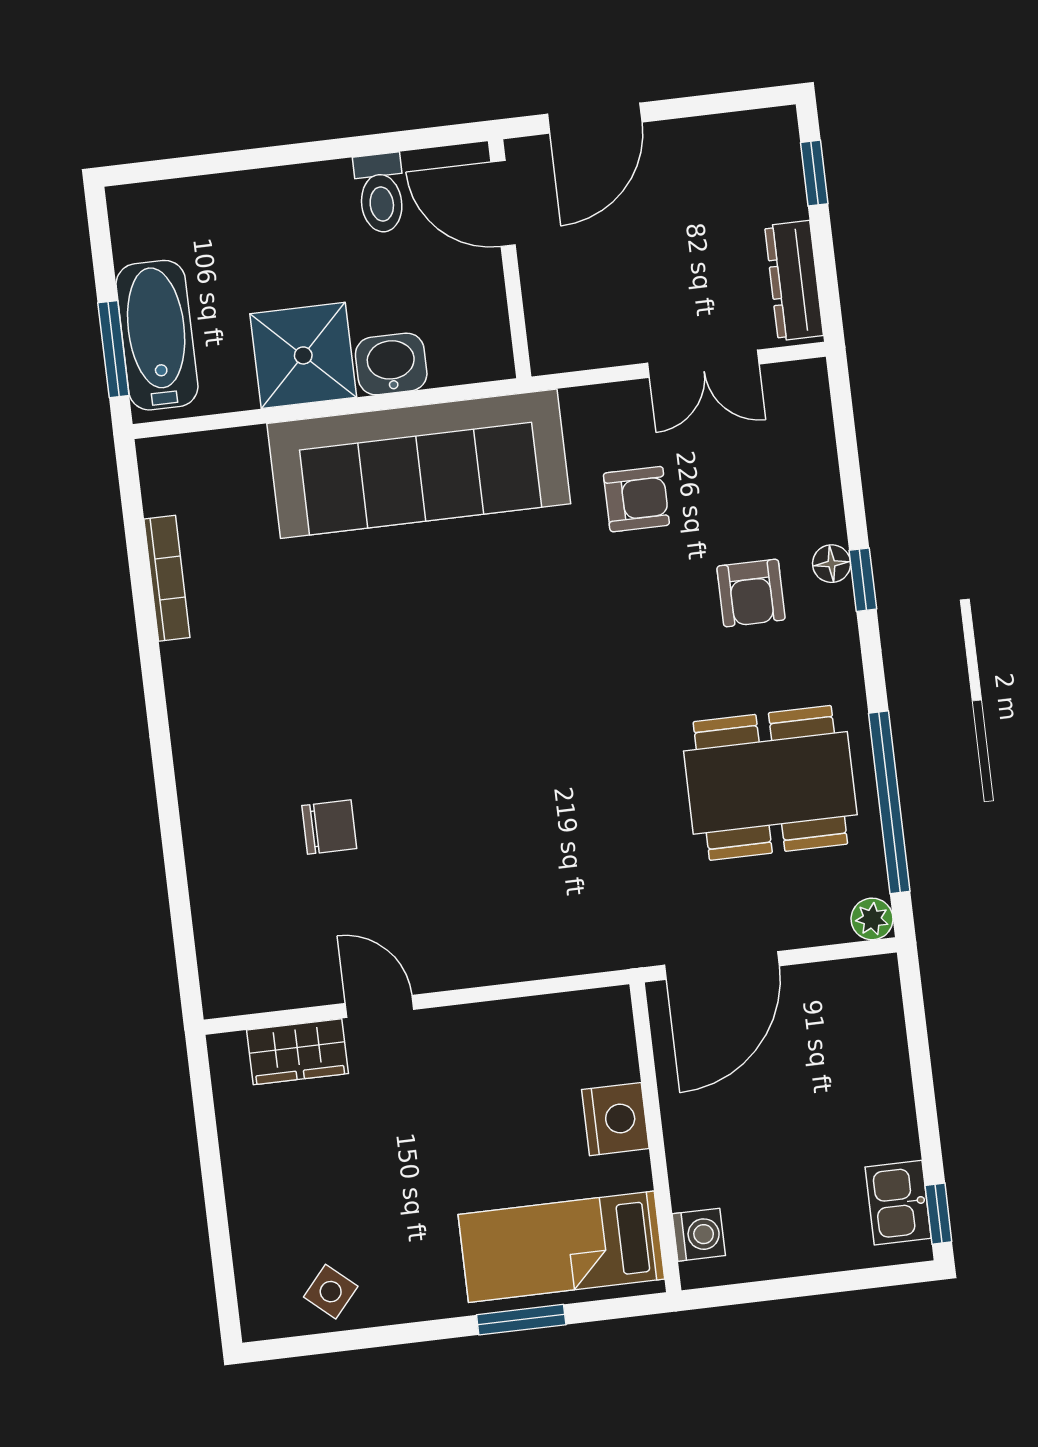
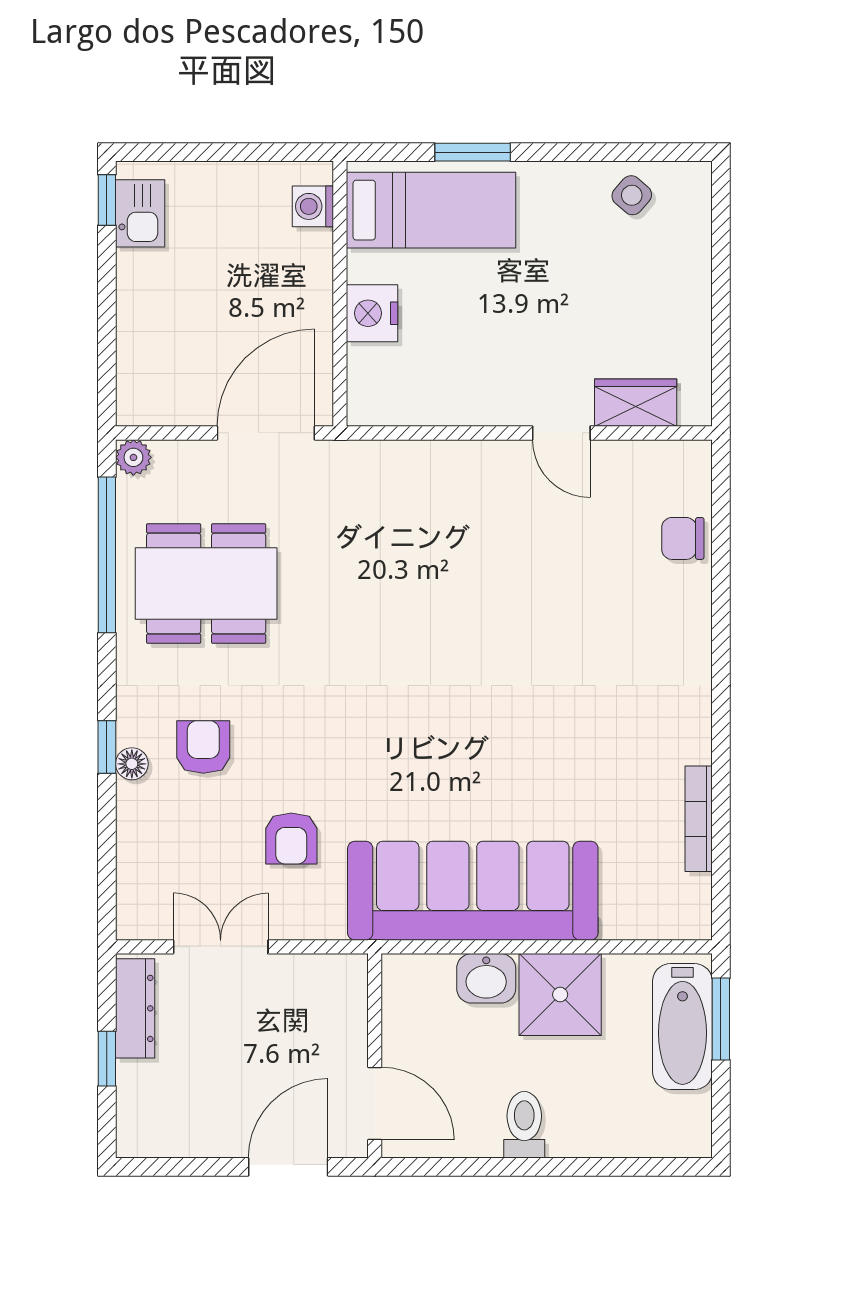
window: (814, 173) -> (107, 1059), moved
toilet: (380, 193) -> (524, 1125), moved
armchair: (636, 499) -> (291, 839), turned -90
chair: (329, 827) -> (683, 538), moved

